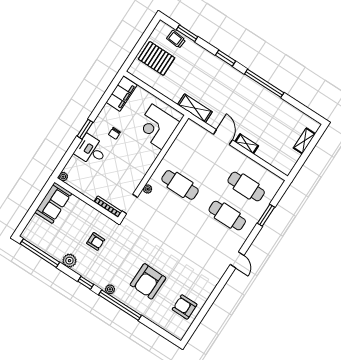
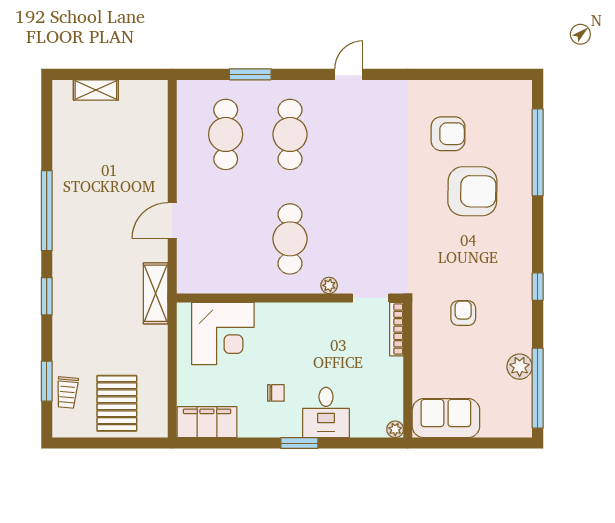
shelving: (247, 144) -> (159, 177), removed
plant: (69, 261) -> (520, 367), moved
plant: (110, 289) -> (523, 242), removed
window: (120, 305) -> (538, 152), moved
armchair: (185, 307) -> (448, 134), moved, turned -90

